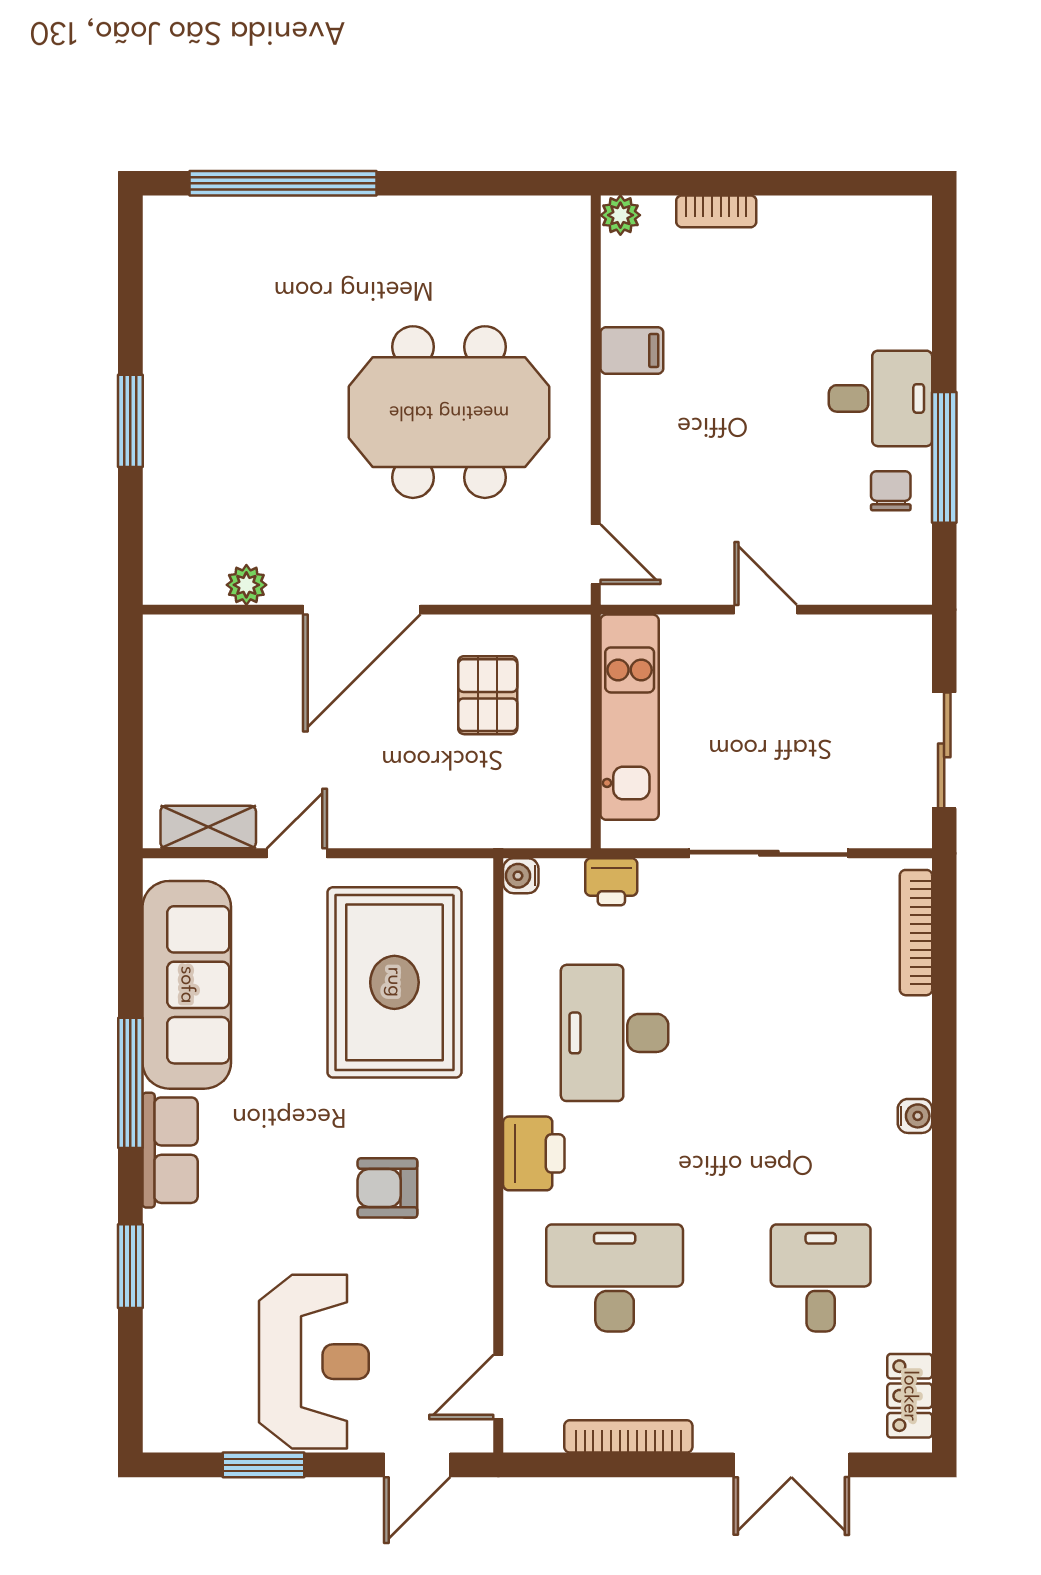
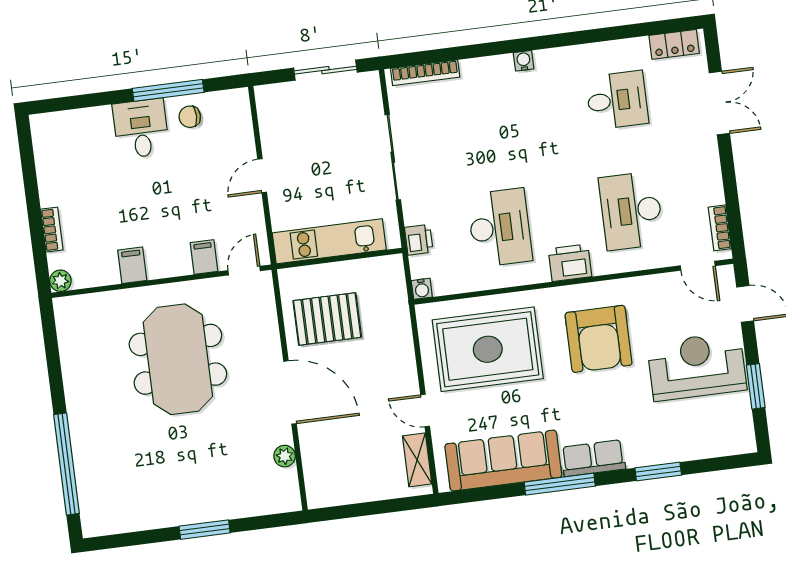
filing cabinet: (630, 484) -> (204, 257), added
pallet: (488, 695) -> (327, 319), width x1.50, depth x1.42
desk: (615, 1033) -> (500, 228), turned -90
armchair: (387, 1188) -> (599, 339), width x1.88, depth x1.88
desk: (821, 1278) -> (617, 100), turned 180
bookcase: (628, 1436) -> (720, 228), moved, width x0.64

